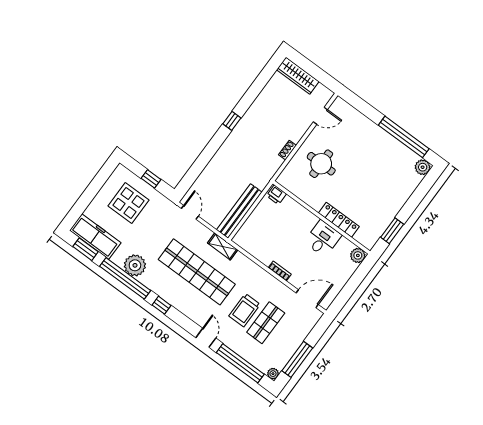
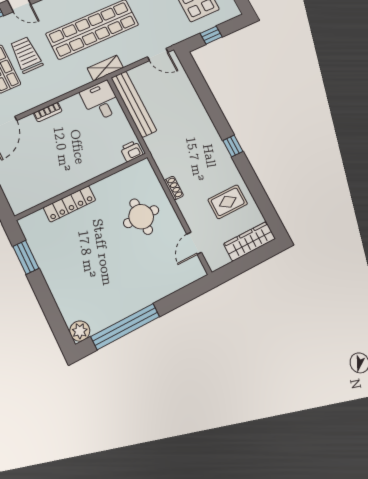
rug: (277, 105) -> (228, 202), added
desk: (323, 239) -> (101, 101), moved, turned 180
plant: (358, 255) -> (19, 204), removed

